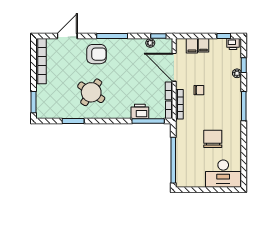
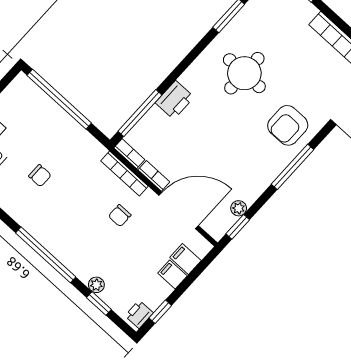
round table: (91, 92) -> (244, 73), turned -34
window: (244, 106) -> (46, 255), width x1.46
printer: (140, 111) -> (175, 100), moved
chair: (213, 139) -> (40, 176), width x0.54, depth x0.54

